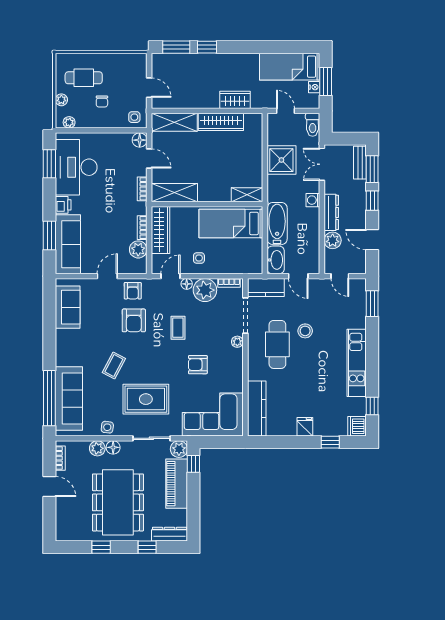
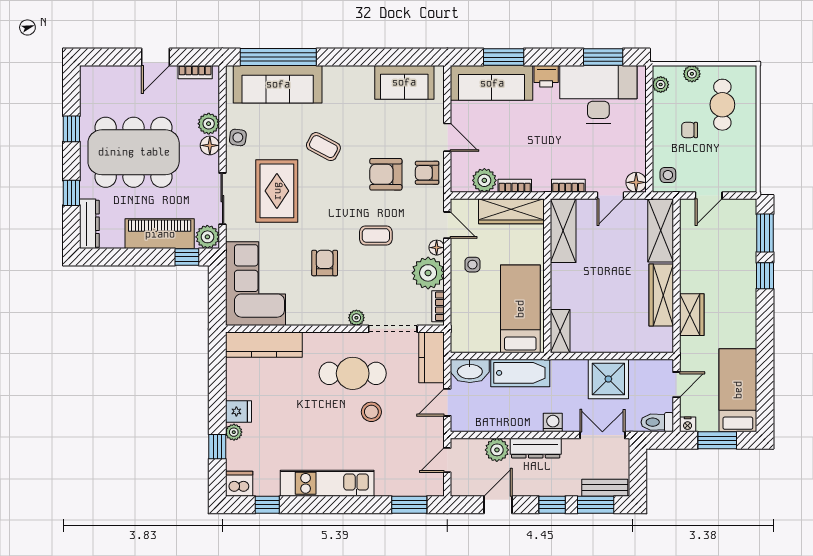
nightstand: (314, 87) -> (688, 424), moved
plant: (320, 430) -> (234, 432), added

